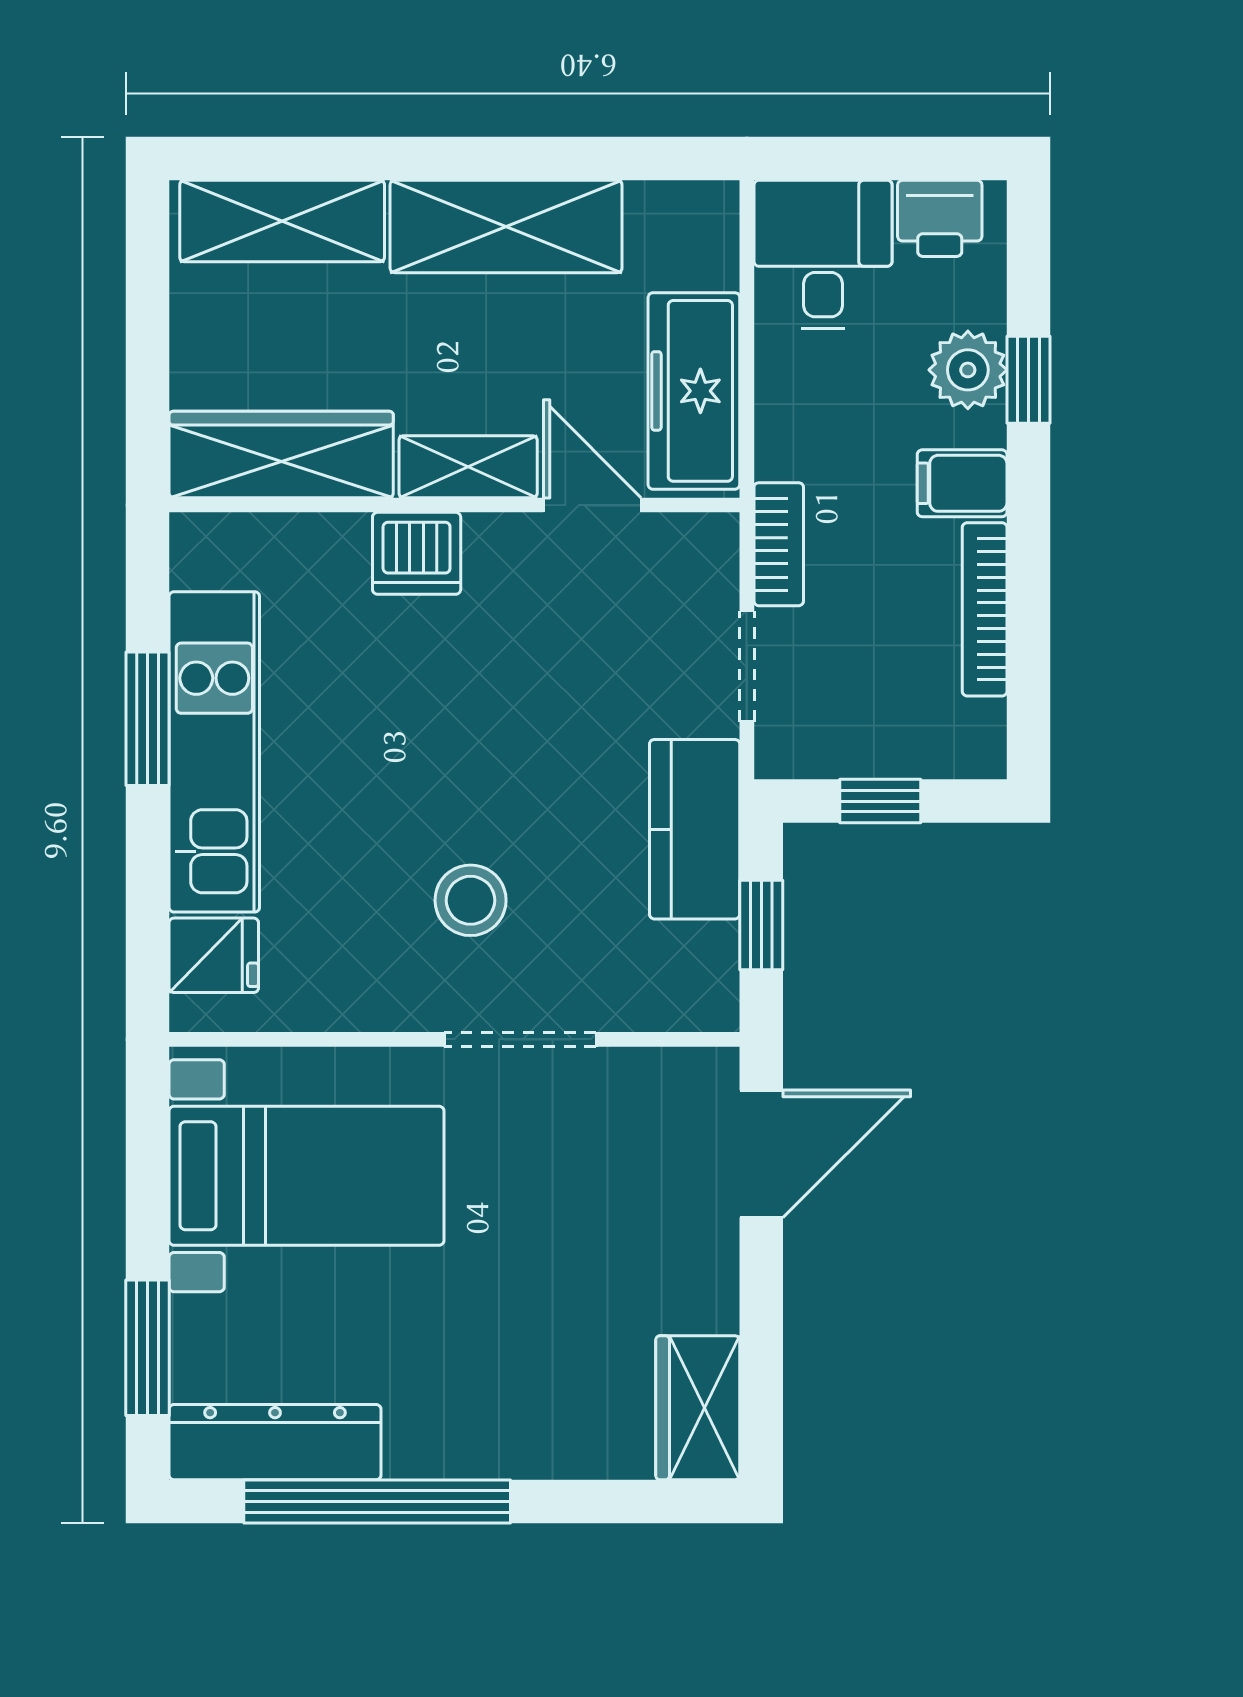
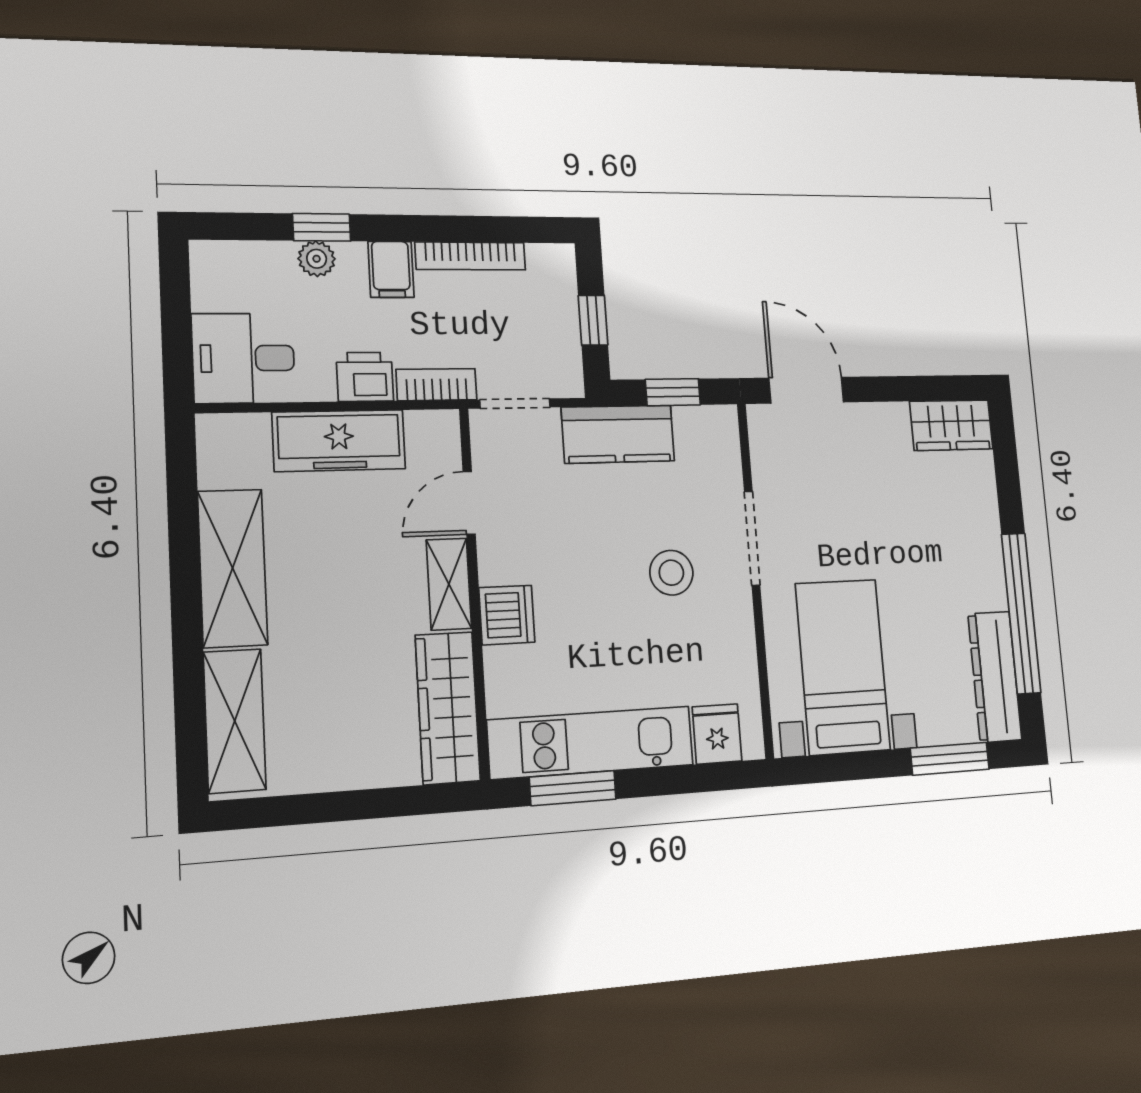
printer: (940, 218) -> (365, 377), moved, turned -90
plant: (968, 370) -> (317, 259), width x0.73, depth x0.73
wardrobe: (281, 454) -> (448, 708), moved
shelving: (468, 467) -> (449, 584), moved
wall: (454, 505) -> (474, 592), moved
door: (592, 505) -> (469, 503), moved
dishwasher: (417, 553) -> (507, 615), moved

